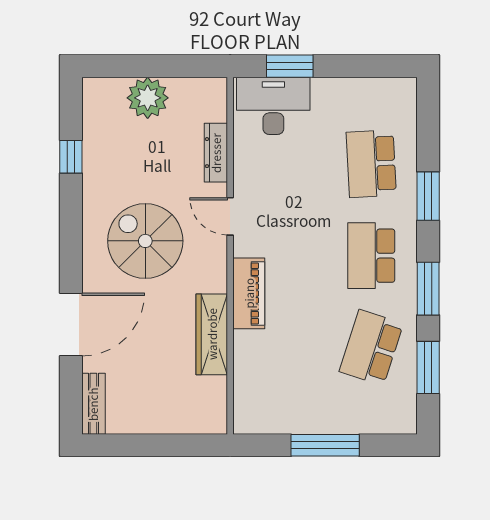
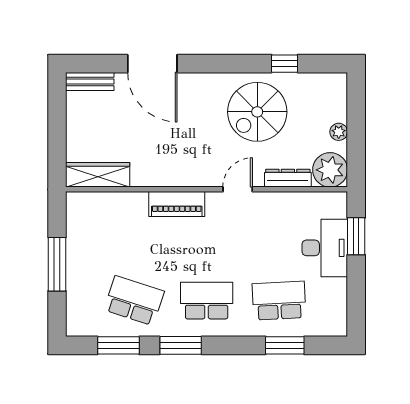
plant: (148, 98) -> (339, 132), width x0.53, depth x0.53
plant: (205, 99) -> (330, 170), added
desk: (273, 106) -> (325, 248), moved
window: (428, 196) -> (285, 345), moved
spiral stairs: (145, 241) -> (257, 112), moved, turned 180
wardrobe: (212, 334) -> (98, 175), moved

